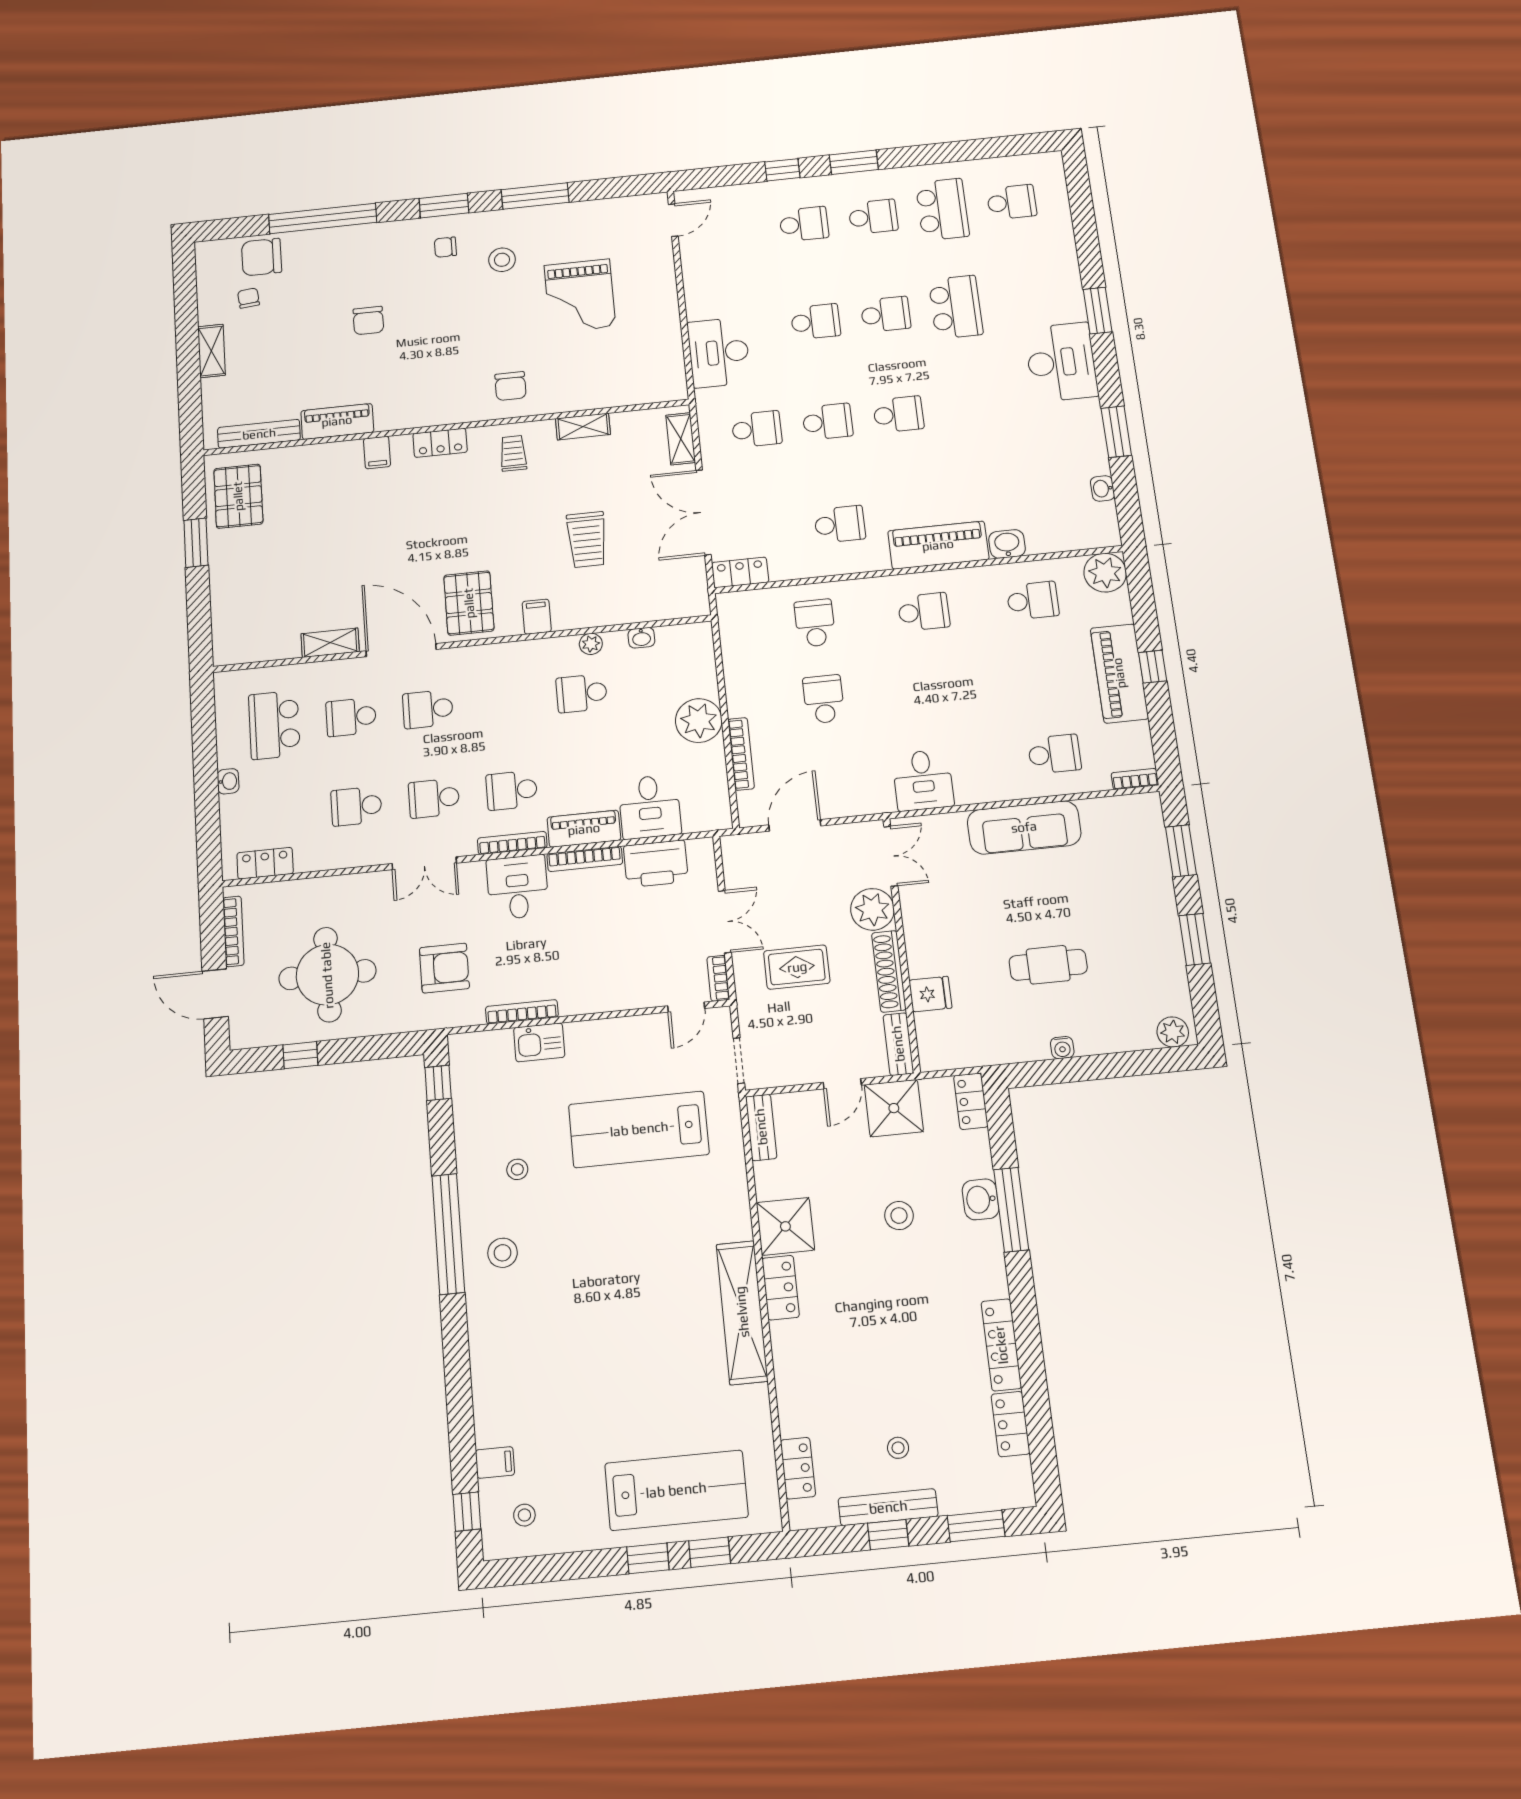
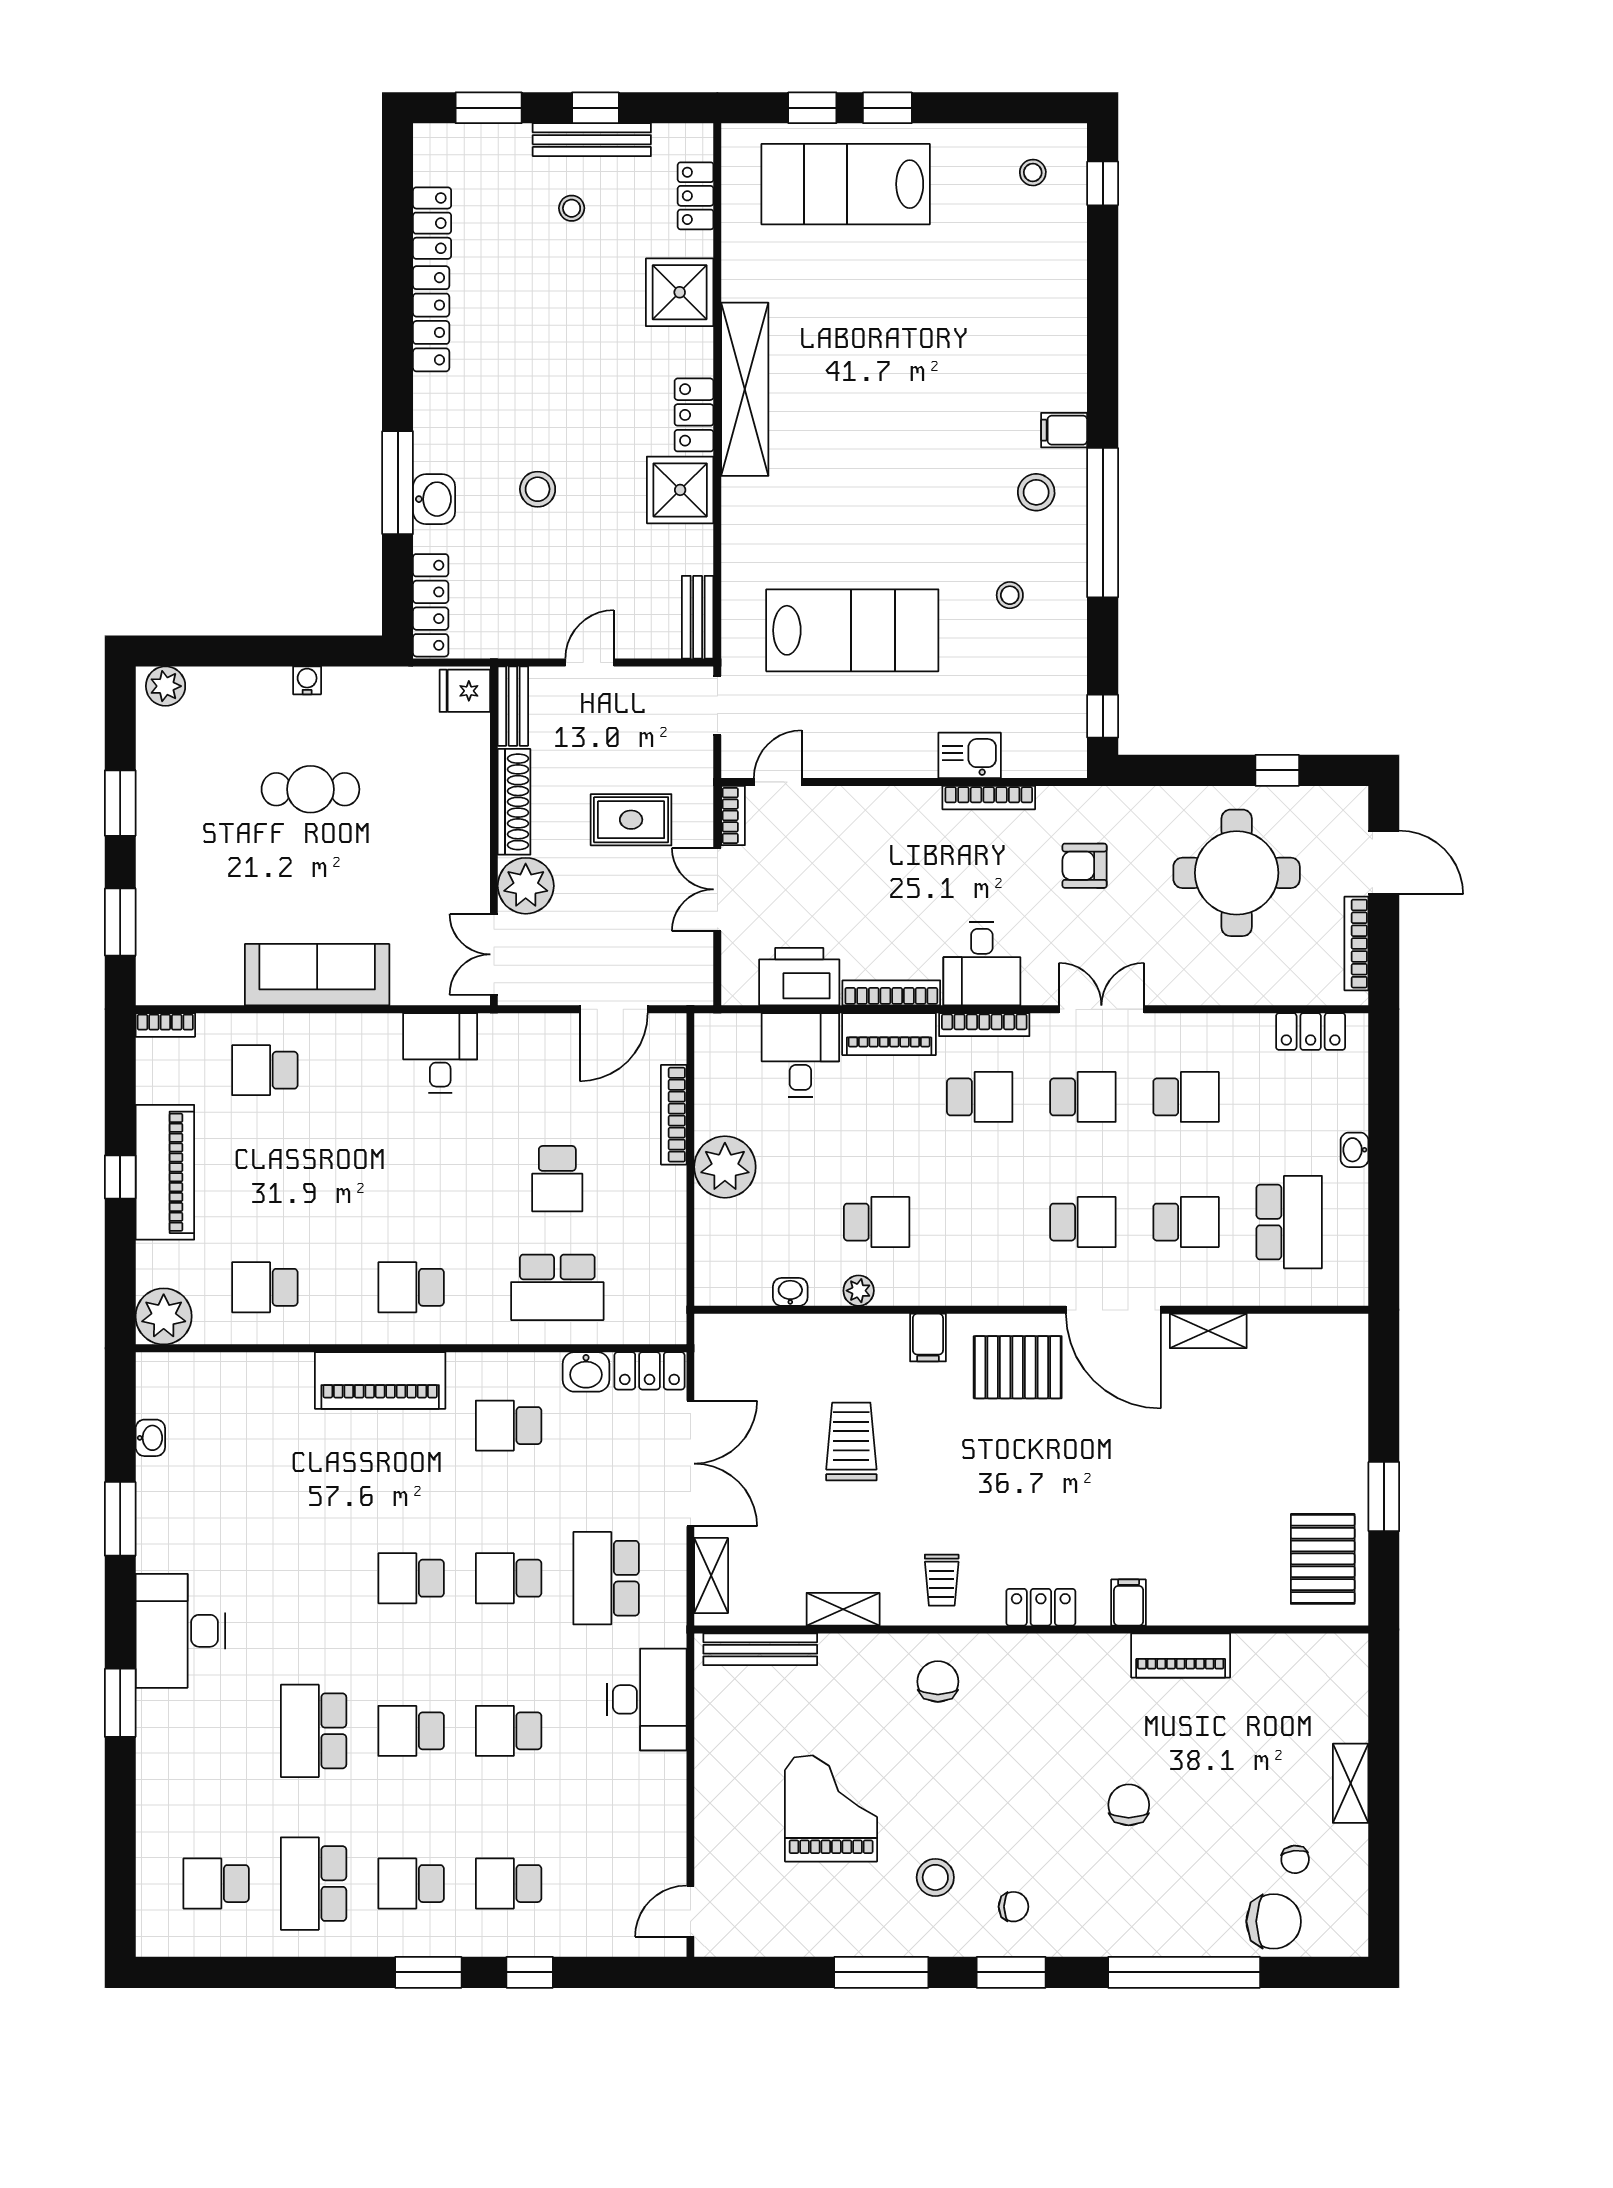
school desk: (757, 429) -> (606, 1578), width x1.85
bench: (259, 434) -> (760, 1649), moved
washbasin: (1007, 544) -> (586, 1372), moved
pallet: (469, 603) -> (1018, 1367), turned 90
school desk: (815, 623) -> (557, 1287), width x1.85
armchair: (444, 968) -> (1085, 866), width x0.72, depth x0.72
fridge: (930, 994) -> (465, 691), moved
locker: (971, 1101) -> (431, 605), width x1.53
shower: (894, 1108) -> (680, 292), moved
filing cabinet: (495, 1462) -> (1064, 430), moved

